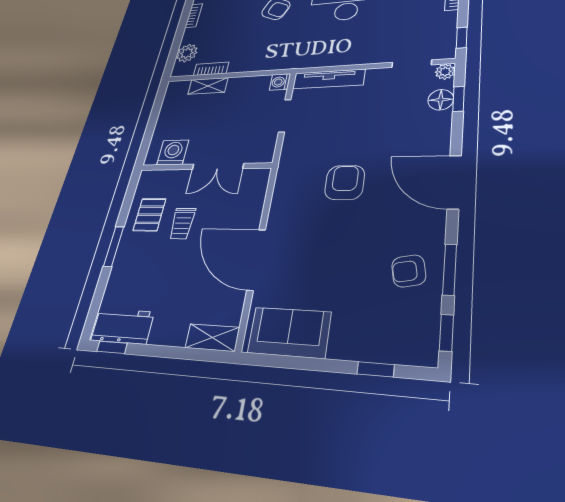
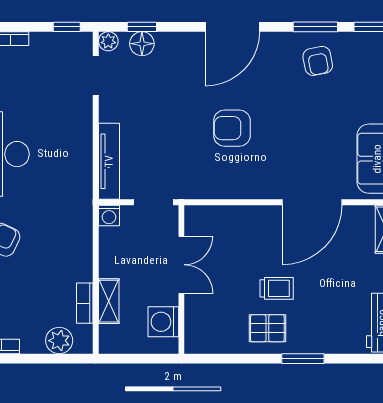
washing machine: (173, 152) -> (163, 322), moved
double door: (218, 166) -> (181, 265), moved
wall: (205, 167) -> (181, 280), moved

